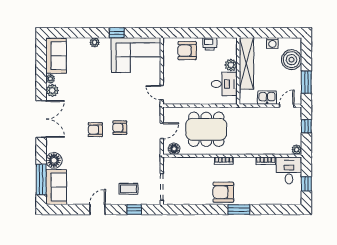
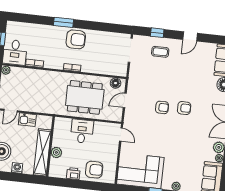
desk: (224, 84) -> (82, 131), moved, turned 90

